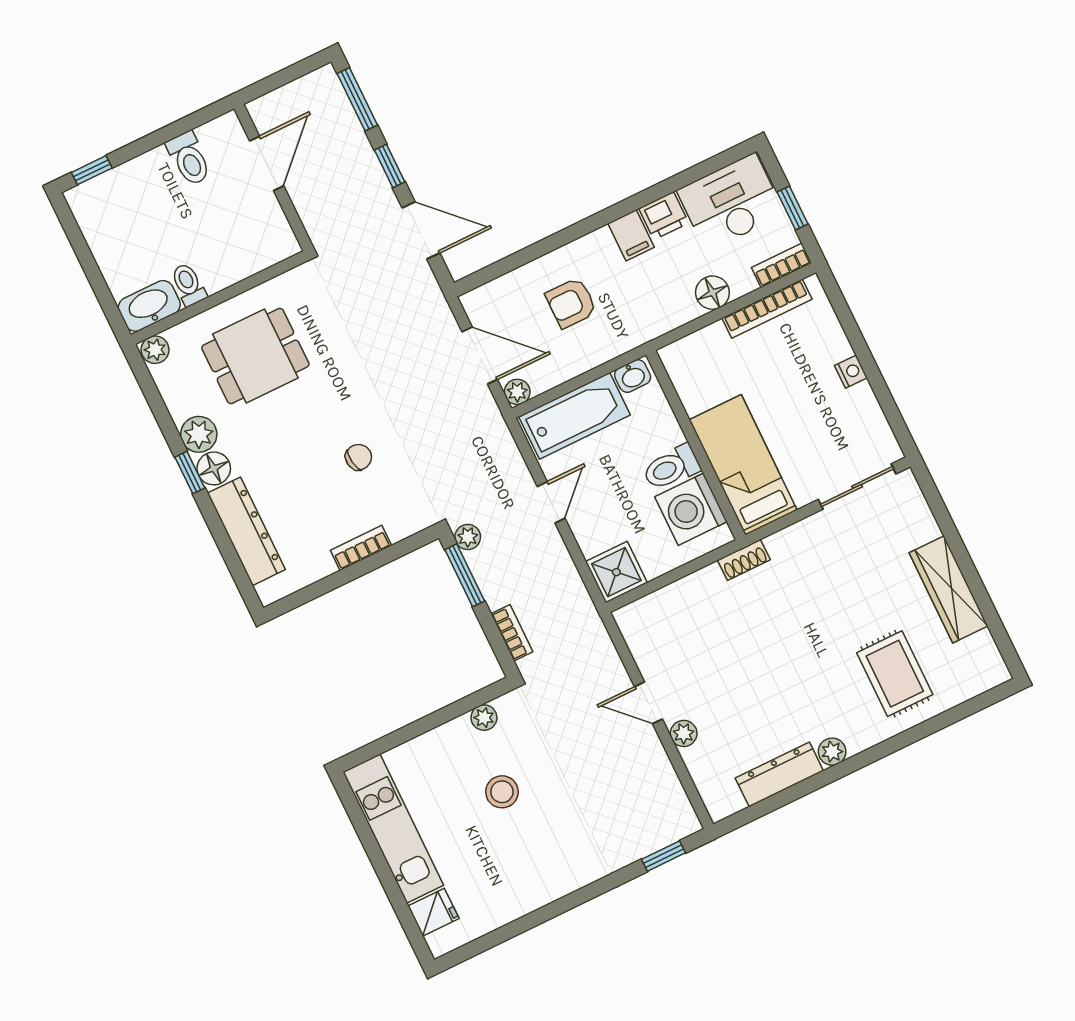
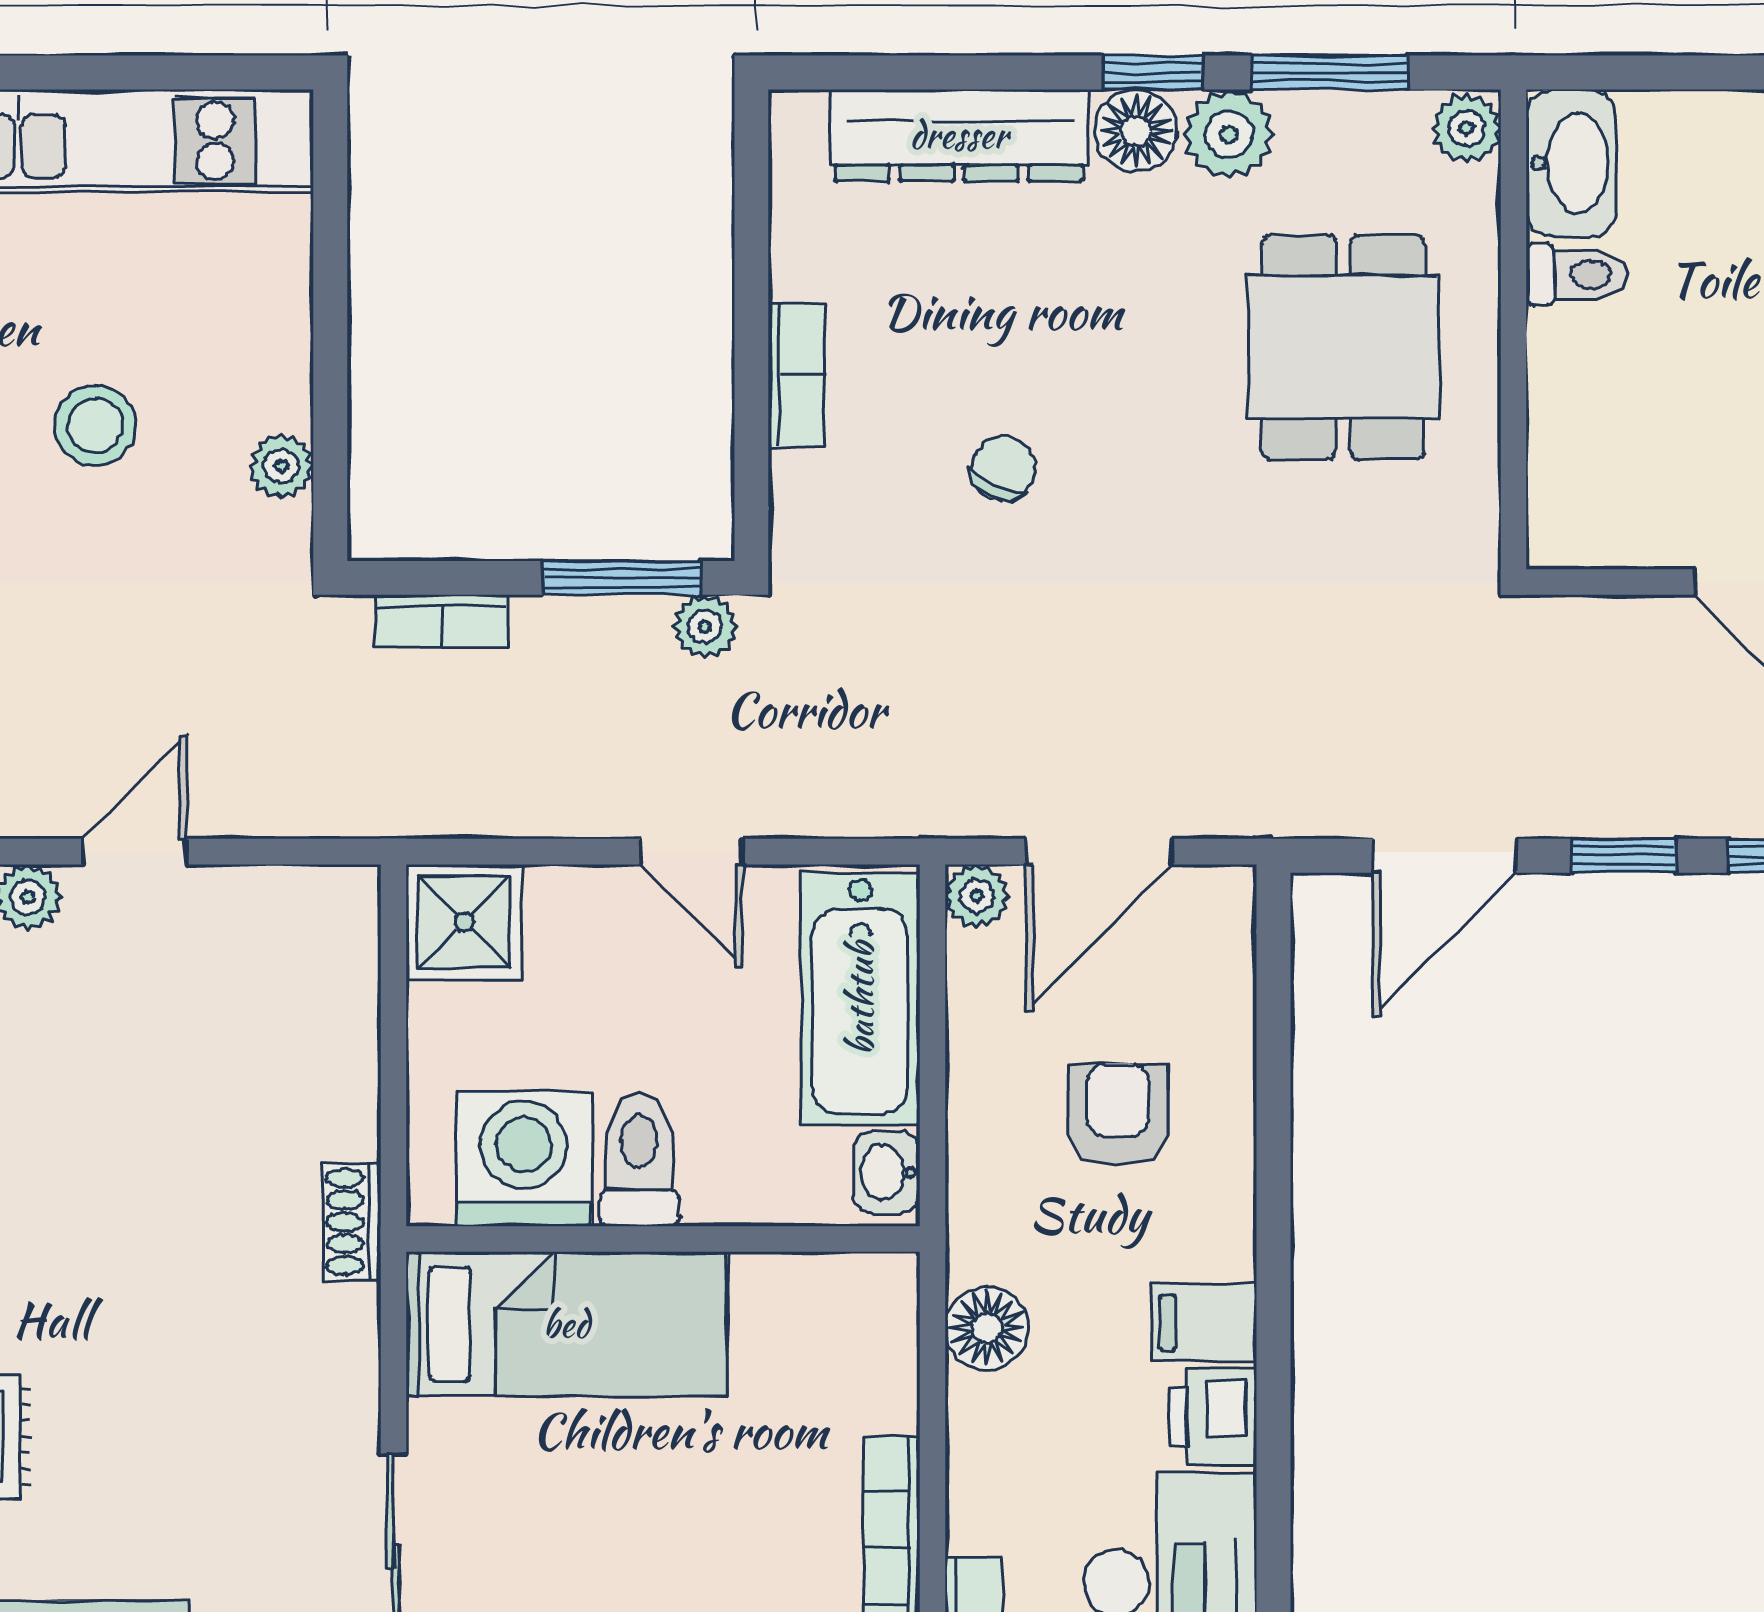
floor lamp: (712, 293) -> (987, 1328), moved
window: (159, 409) -> (1329, 73), added
chair: (359, 457) -> (1003, 468), turned -146

